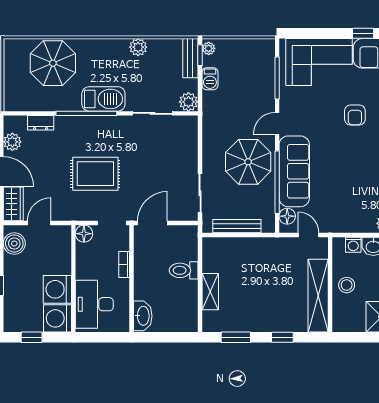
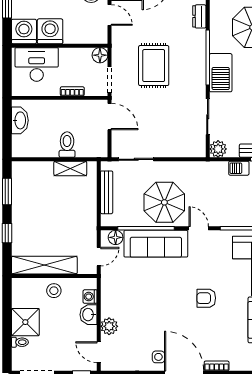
shelving: (210, 292) -> (70, 168), moved
washbasin: (143, 316) -> (20, 120), moved, turned -90

